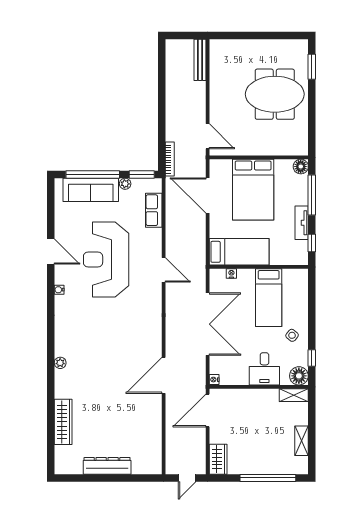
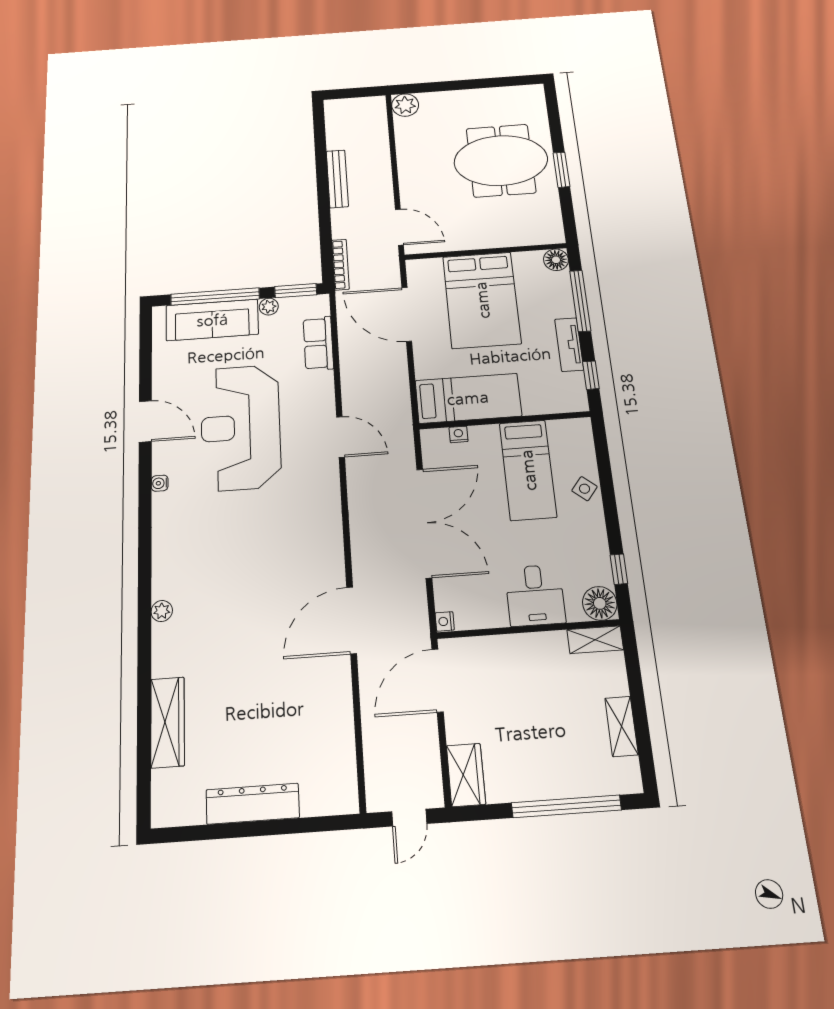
plant: (218, 48) -> (405, 105), added
bench: (200, 60) -> (337, 179), moved
window: (312, 67) -> (561, 170), moved
side table: (292, 335) -> (585, 489), moved

